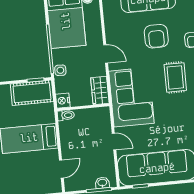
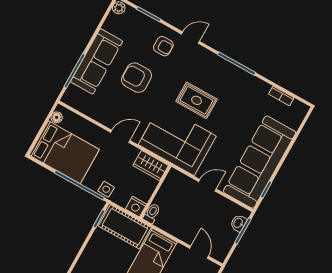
armchair: (156, 36) -> (137, 78), turned 180
rug: (175, 77) -> (197, 100), moved
cot: (32, 93) -> (125, 227), moved, turned 90

